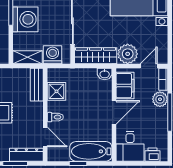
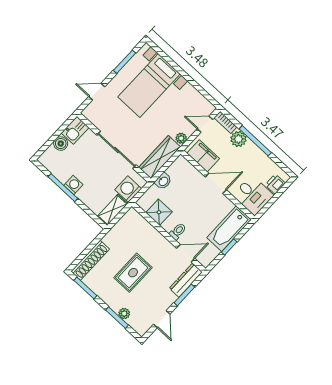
washing machine: (25, 19) -> (73, 185), width x0.53, depth x0.53
plant: (128, 54) -> (181, 138), width x0.53, depth x0.53
door: (149, 66) -> (205, 124), hinge flipped
washbasin: (105, 74) -> (163, 181), moved
bench: (37, 85) -> (140, 222), removed
door: (114, 112) -> (216, 183), hinge flipped

